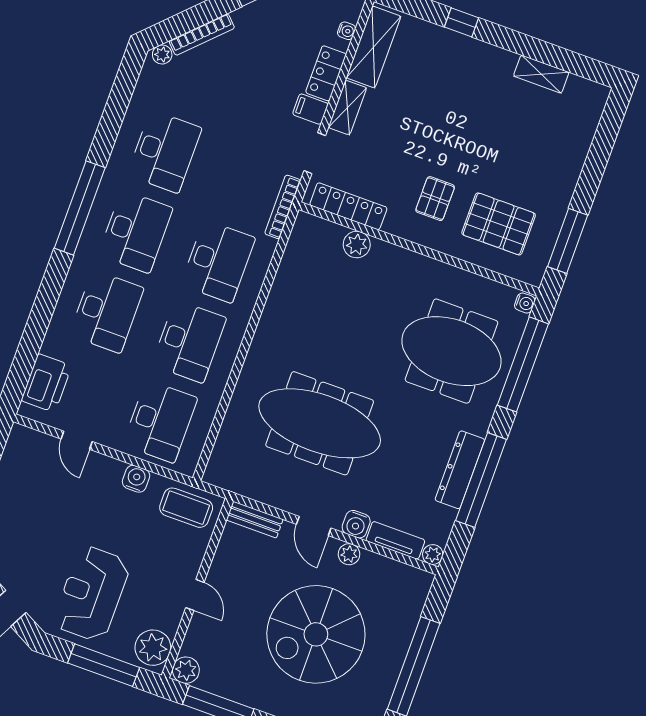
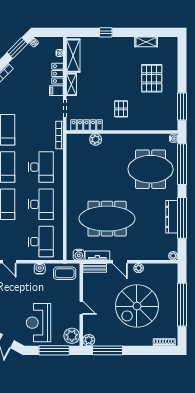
pallet: (499, 224) -> (152, 78), moved, turned 90
water cooler: (356, 524) -> (79, 255), moved
tv unit: (395, 540) -> (97, 255), moved

